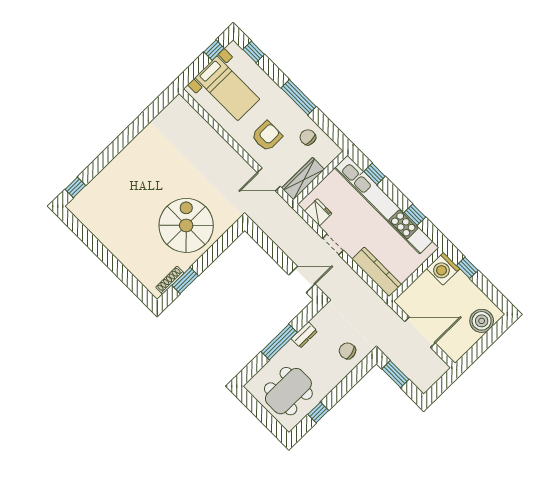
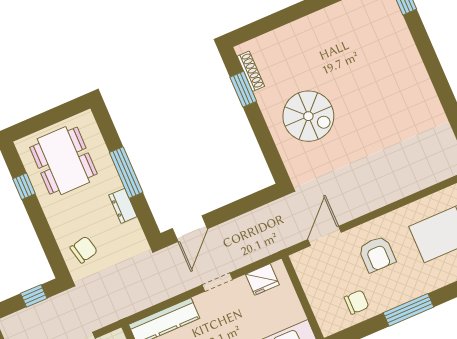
wardrobe: (303, 179) -> (309, 277), removed
spiral stairs: (186, 225) -> (308, 116), width x0.73, depth x0.73
window: (395, 374) -> (34, 296), width x0.67

